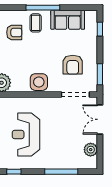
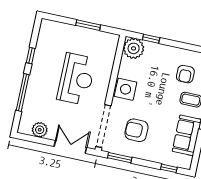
doorway: (75, 94) -> (103, 126), width x1.36
reception desk: (26, 134) -> (76, 79), moved, turned 90
window: (14, 172) -> (31, 56), moved

